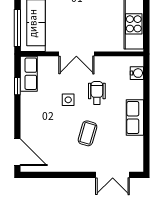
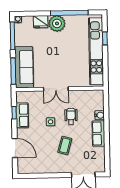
water cooler: (137, 73) -> (100, 115), moved
row of seats: (29, 74) -> (22, 115), moved
door: (17, 152) -> (15, 148), moved

